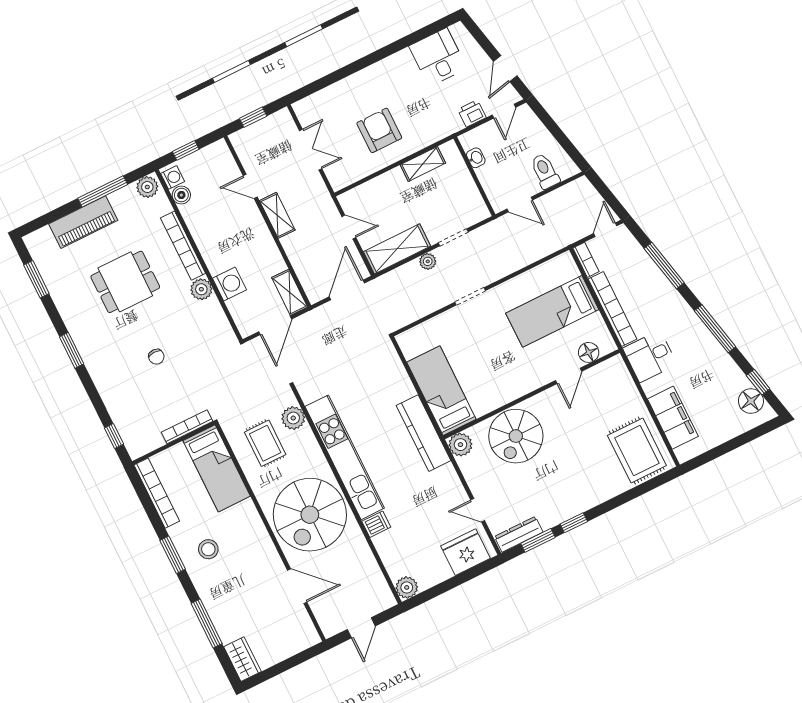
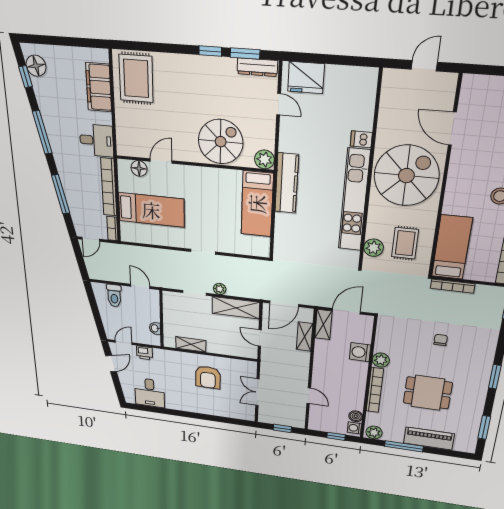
shelving: (277, 215) -> (305, 337), moved
plant: (407, 587) -> (368, 77), removed

